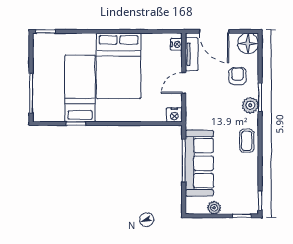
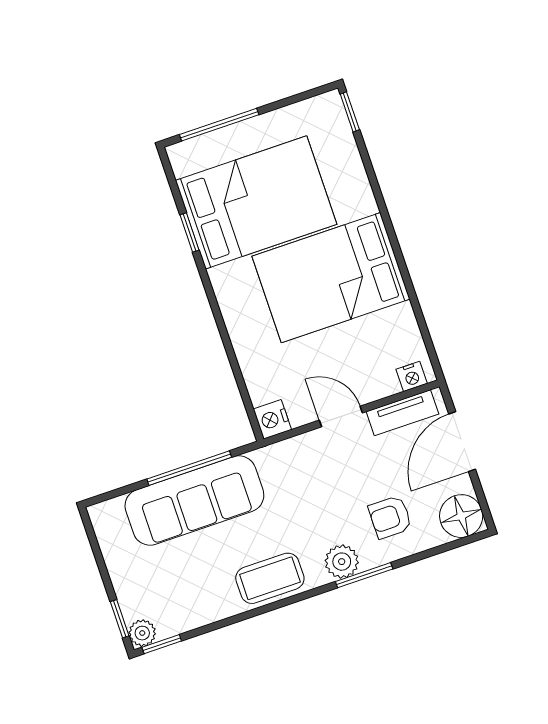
armchair: (237, 76) -> (390, 517), turned 180
bed: (80, 88) -> (256, 202), width x1.50
coffee table: (247, 141) -> (270, 578), width x1.36, depth x1.30
plant: (214, 208) -> (142, 633), moved

